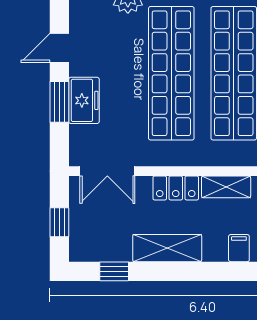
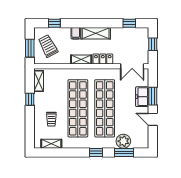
door: (59, 48) -> (153, 119), swing flipped
double door: (107, 171) -> (132, 66), swing flipped
shelving: (167, 248) -> (96, 33), moved

